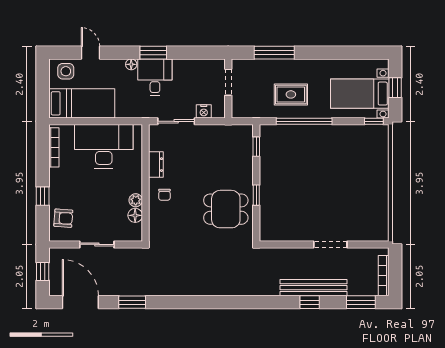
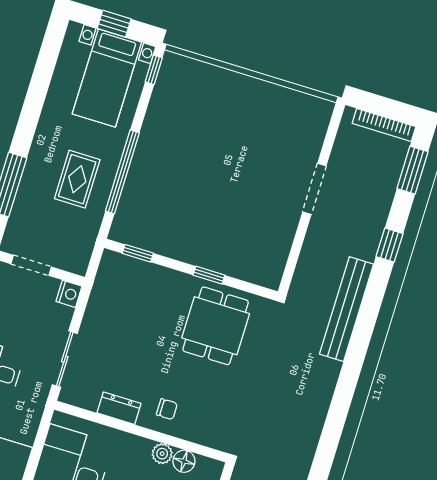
nightstand: (204, 111) -> (69, 294), moved
bench: (313, 288) -> (346, 309), moved

